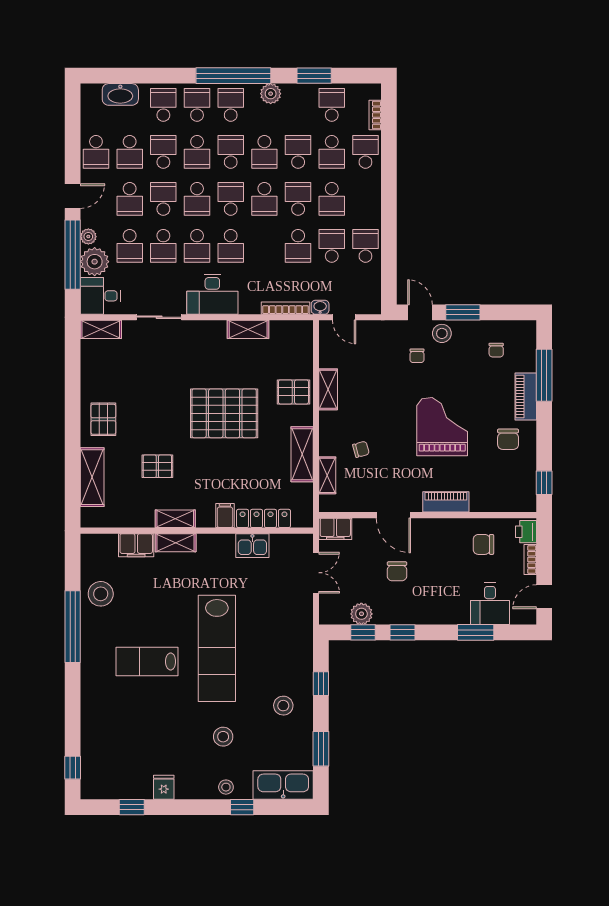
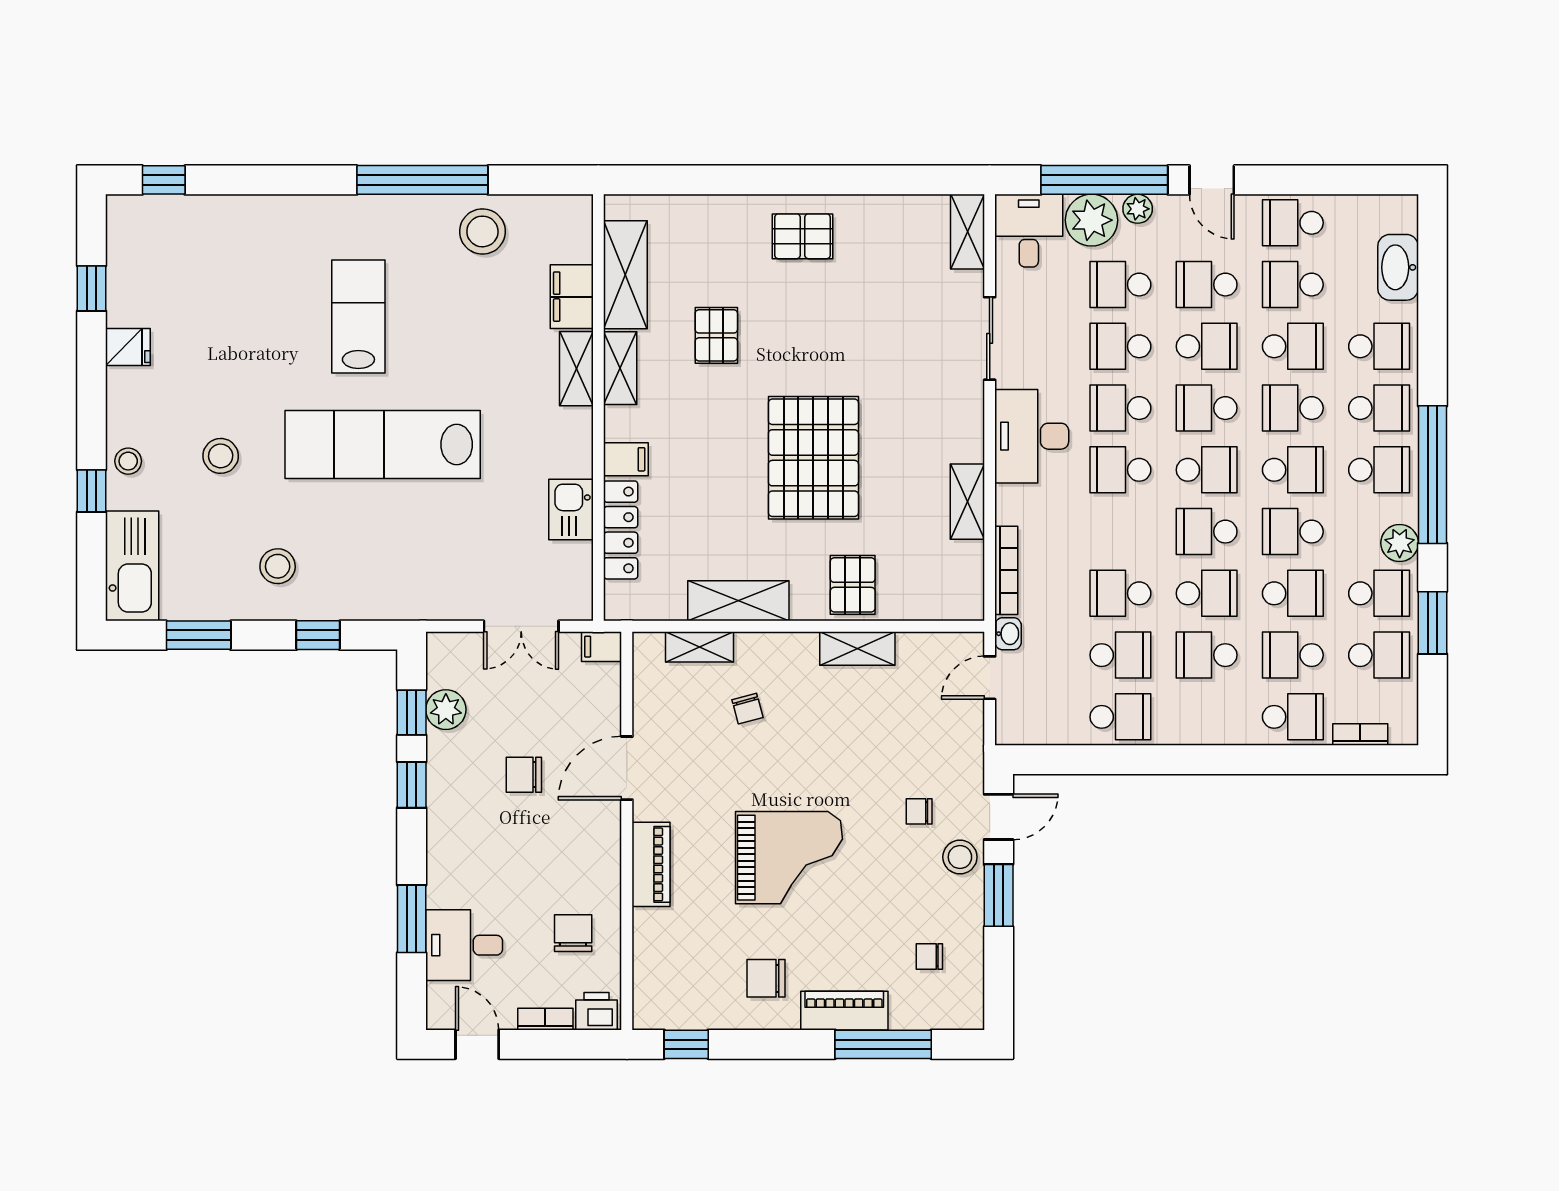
school desk: (298, 105) -> (1379, 593), added
shelving: (92, 477) -> (625, 275), moved, turned 90
filing cabinet: (335, 529) -> (602, 647), width x0.50

